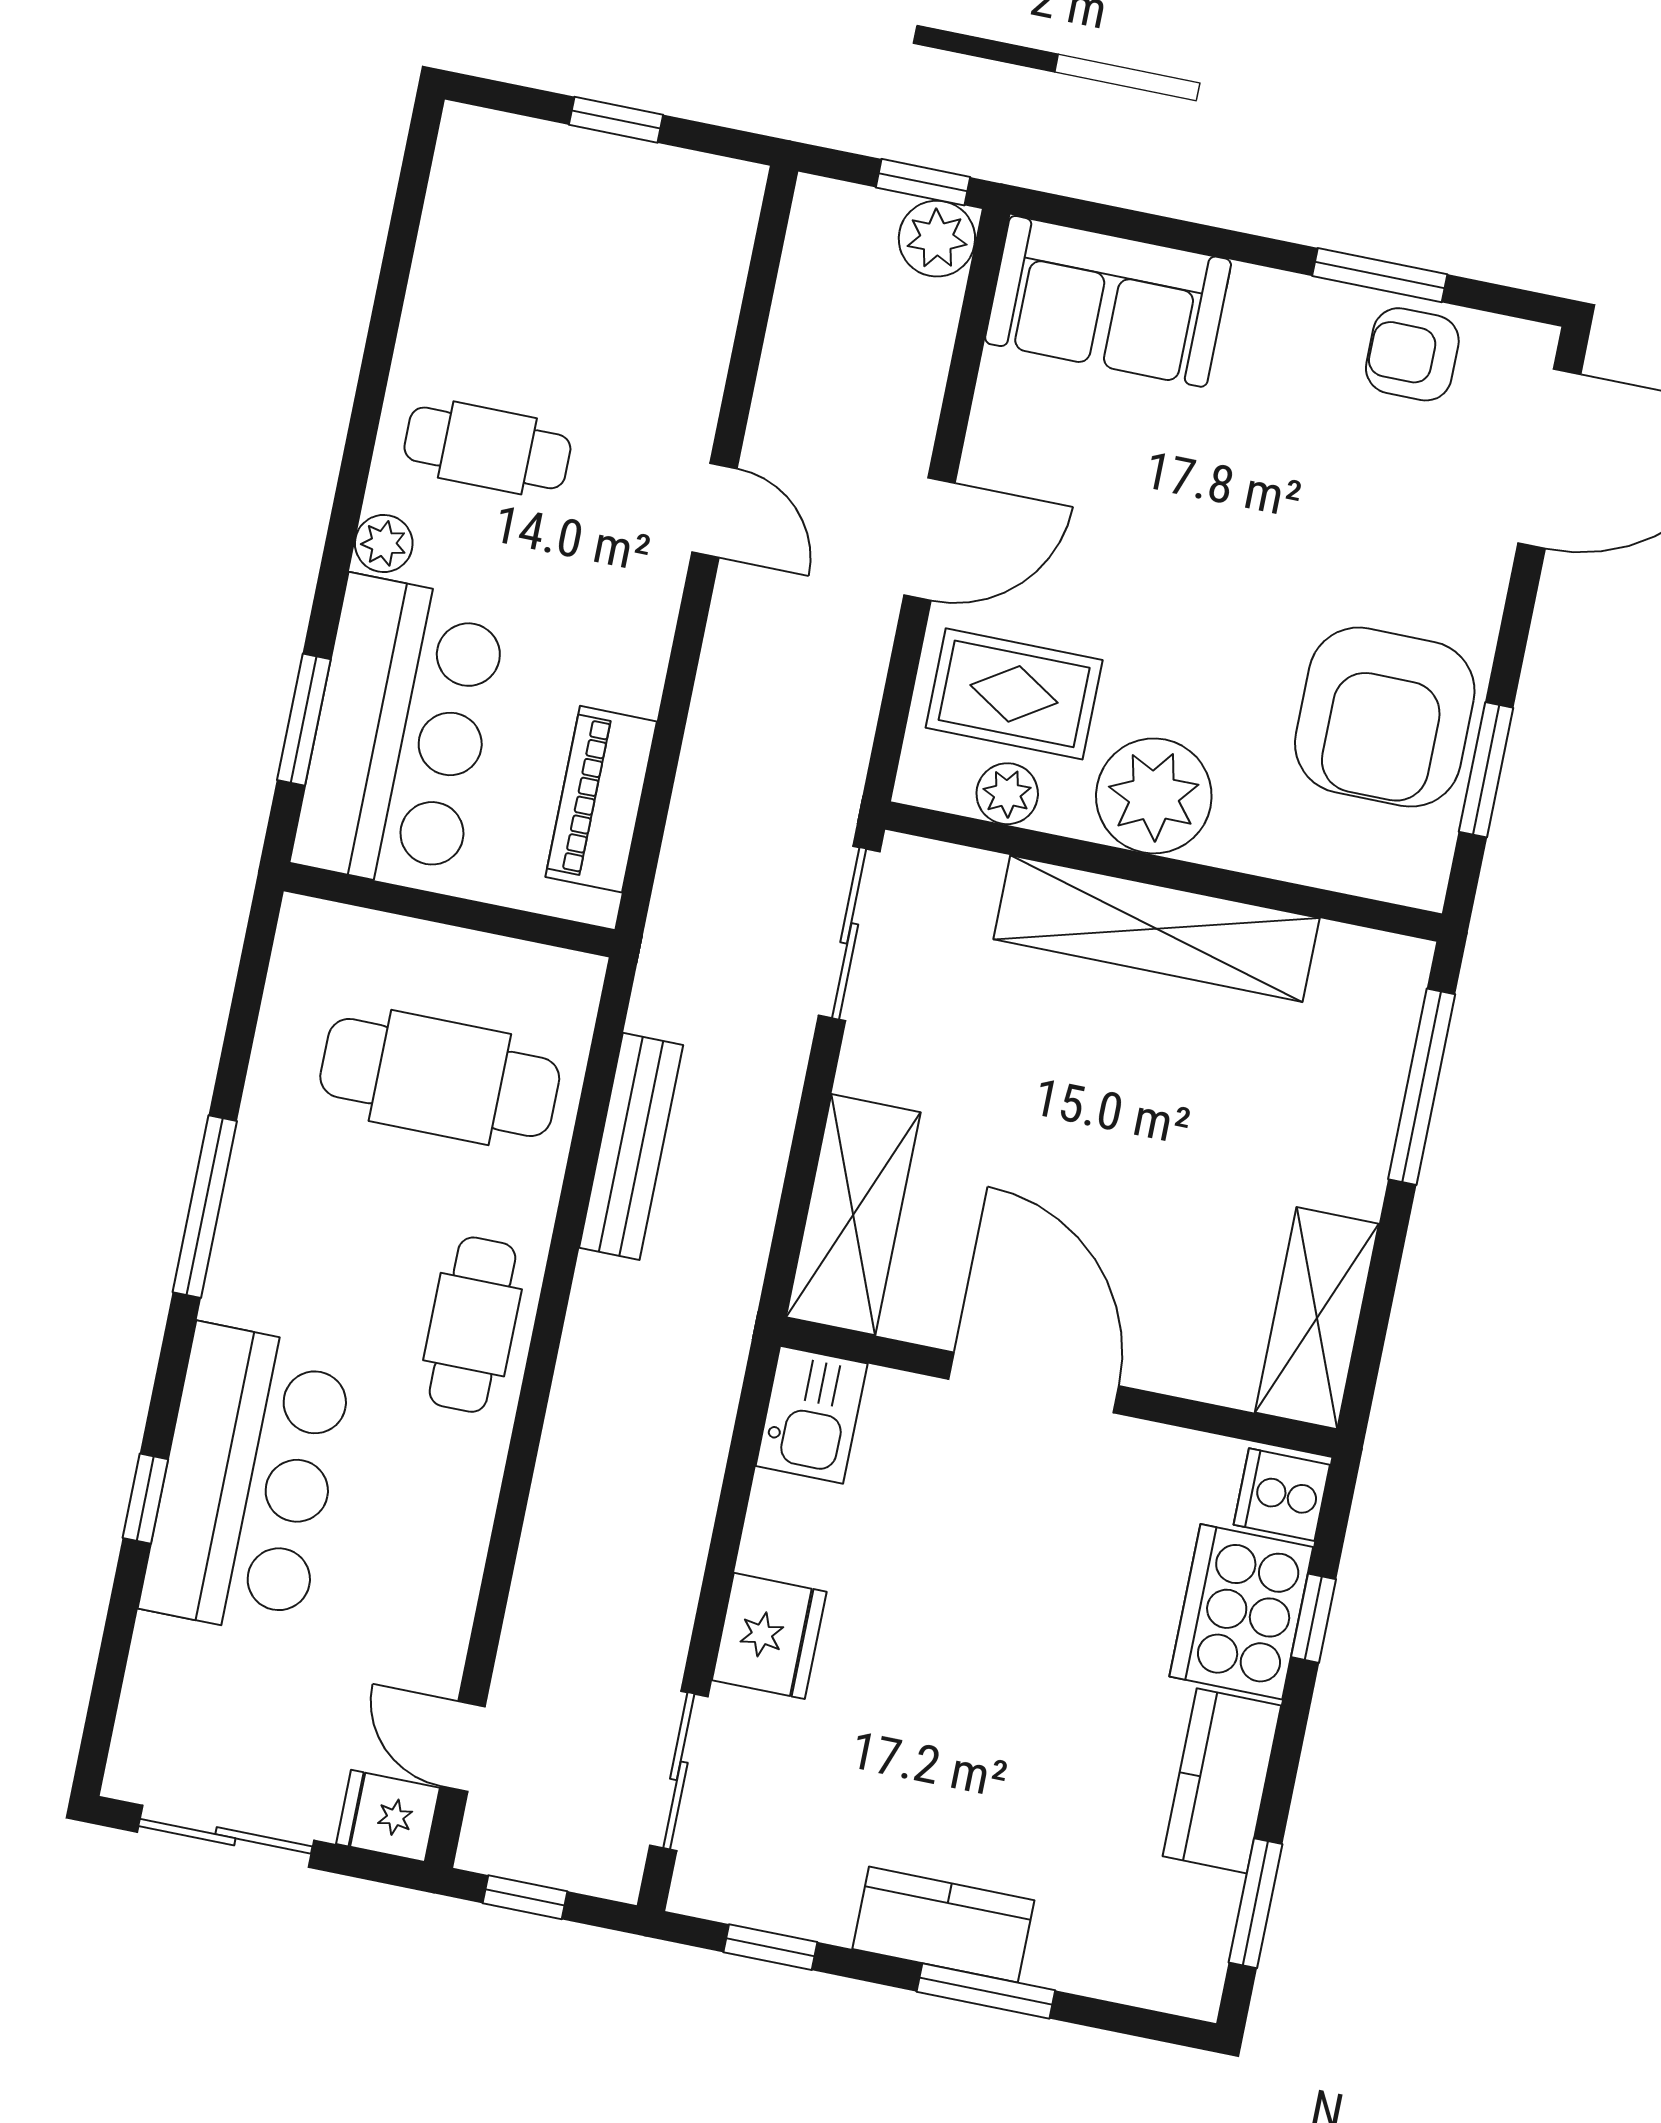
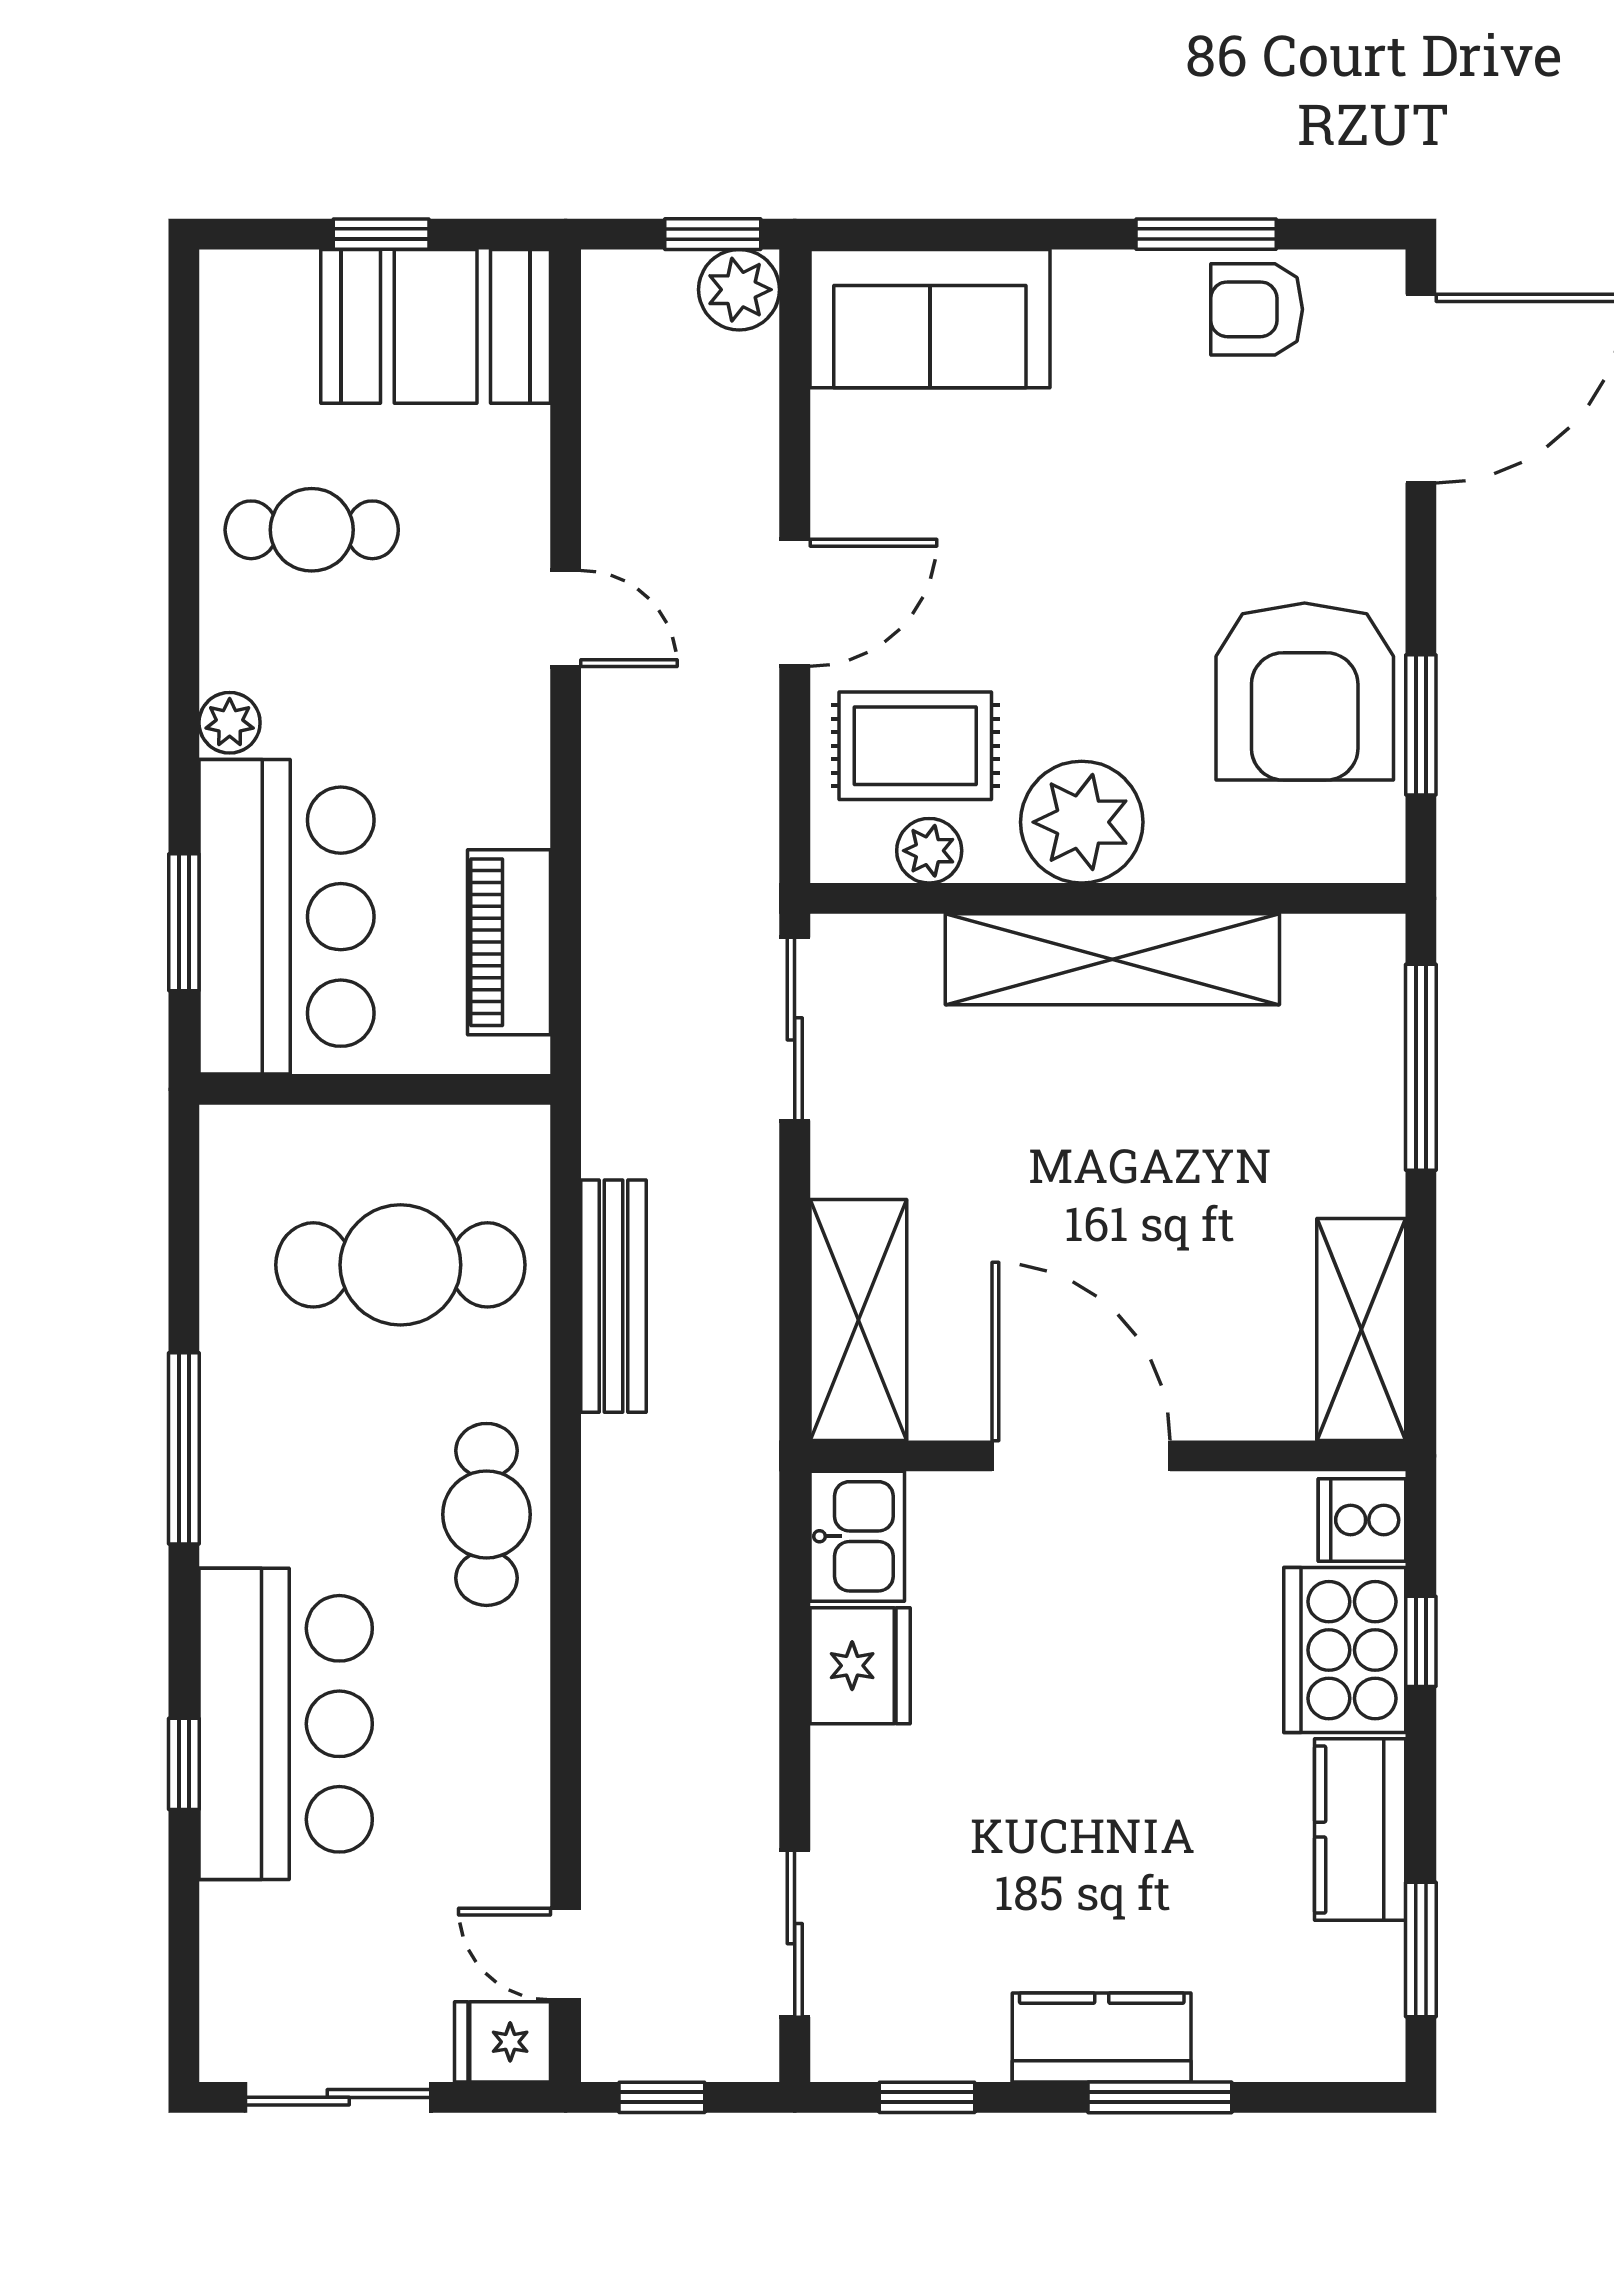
booth: (649, 215) -> (436, 326), added
cafe table: (487, 448) -> (312, 530), moved
fridge: (769, 1636) -> (860, 1666), moved

